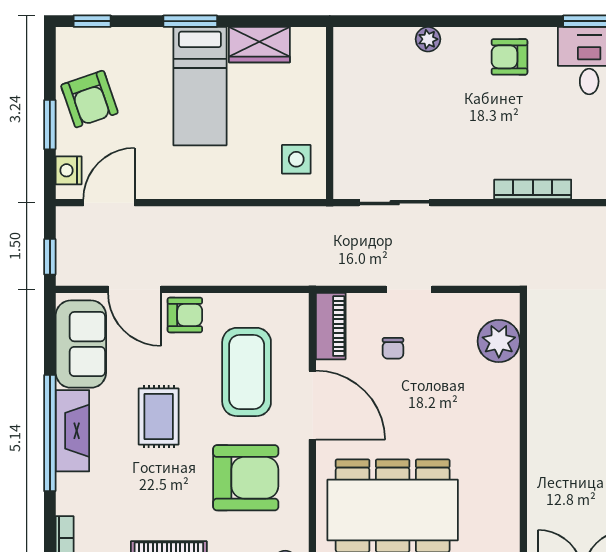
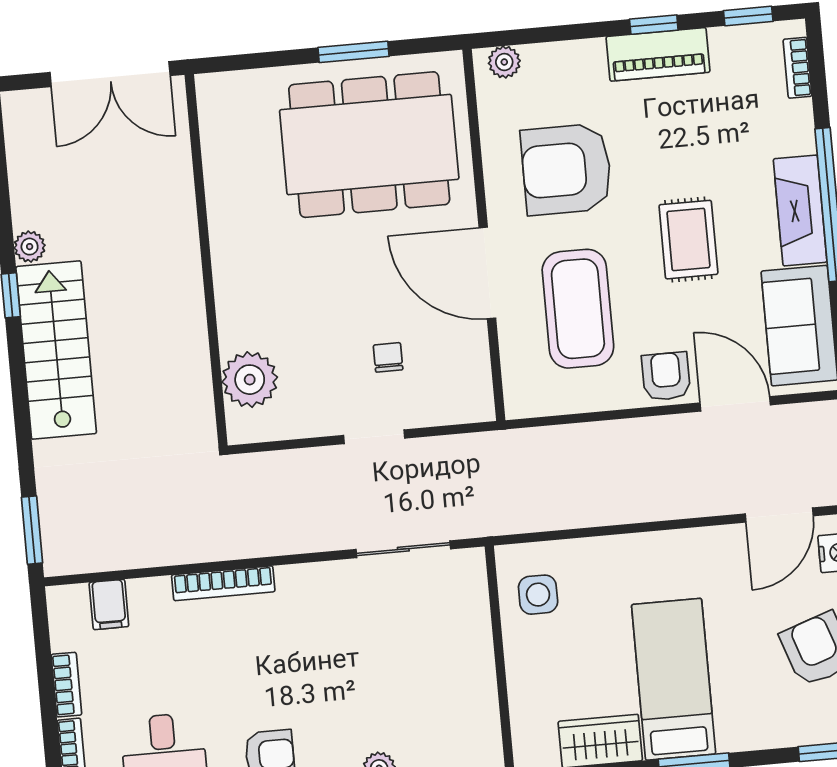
armchair: (185, 315) -> (666, 376), turned 90
piano: (331, 326) -> (473, 379), removed

